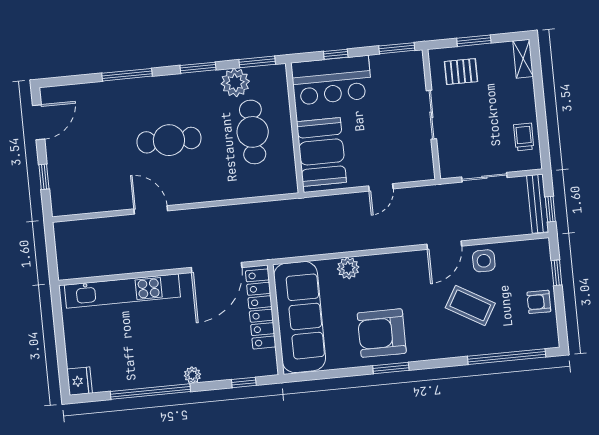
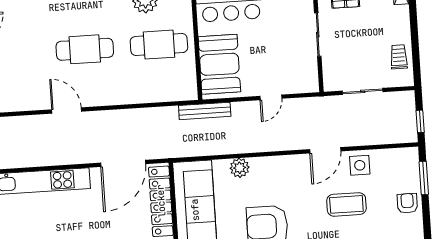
cafe table: (253, 132) -> (159, 45), turned 90
bench: (538, 204) -> (205, 111), moved, turned 90
window: (557, 273) -> (424, 178), width x1.50
armchair: (539, 302) -> (407, 203), turned 90
coffee table: (470, 305) -> (346, 204), turned -30

